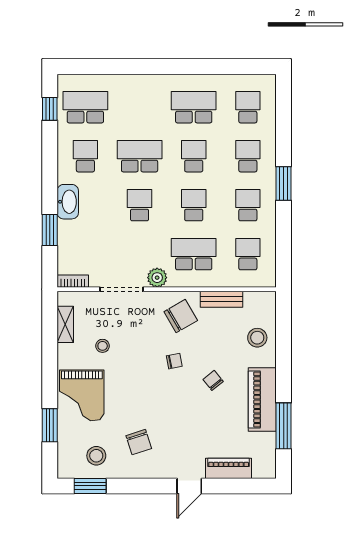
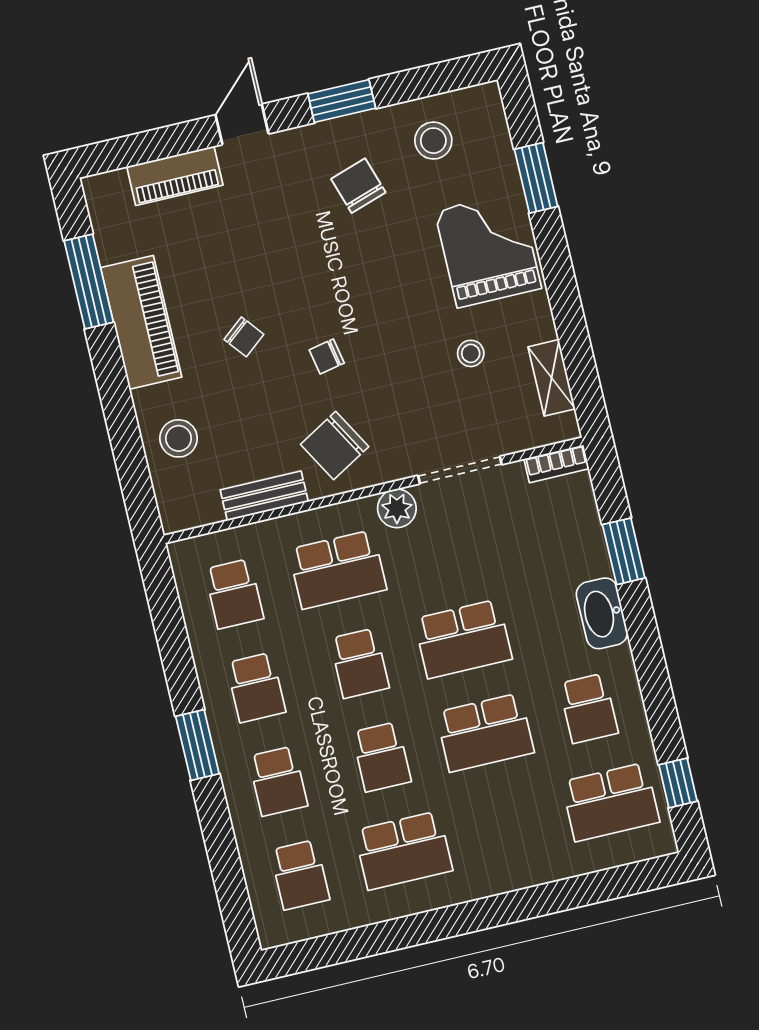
school desk: (140, 205) -> (463, 639), width x1.85
window: (90, 486) -> (342, 101), moved

